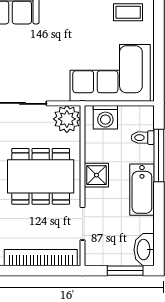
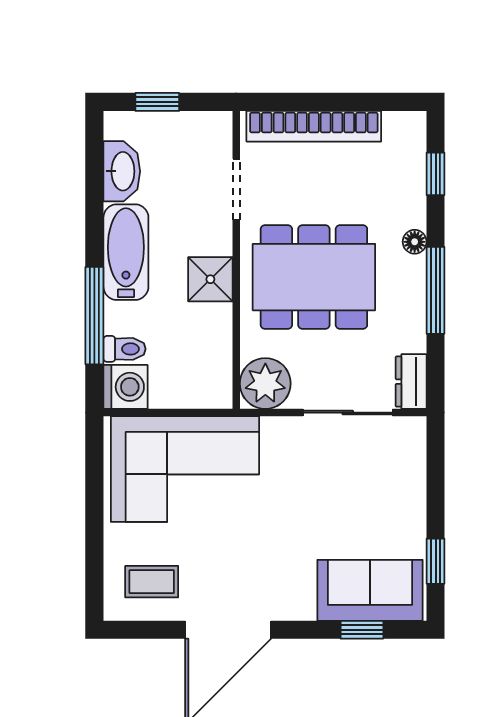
washing machine: (105, 117) -> (125, 387), moved, turned 90
washbasin: (144, 250) -> (122, 171), moved
window: (125, 271) -> (157, 102), width x0.67

